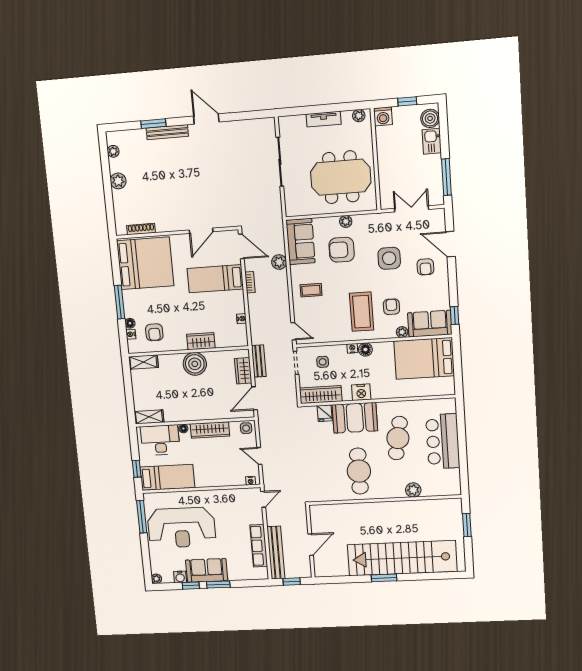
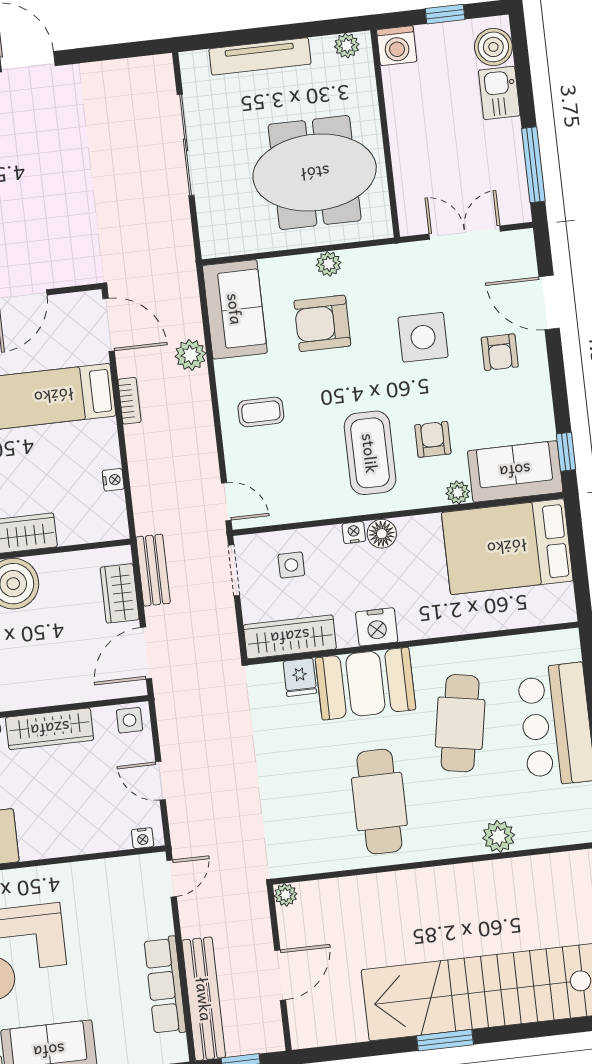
tv unit: (324, 119) -> (260, 56), width x1.41
plant: (314, 510) -> (286, 895), added

